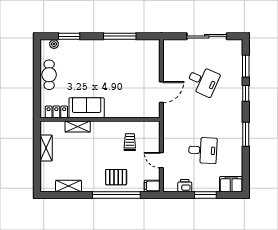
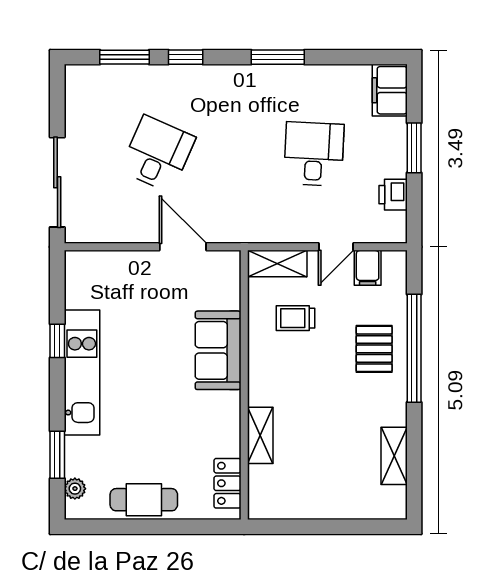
window: (120, 36) -> (57, 341), width x0.46
sliding door: (207, 36) -> (57, 182), moved
kitchen unit: (106, 47) -> (82, 372), added
sofa: (87, 108) -> (218, 350), moved
shelving: (46, 148) -> (277, 264), moved
filing cabinet: (152, 186) -> (368, 268), moved

